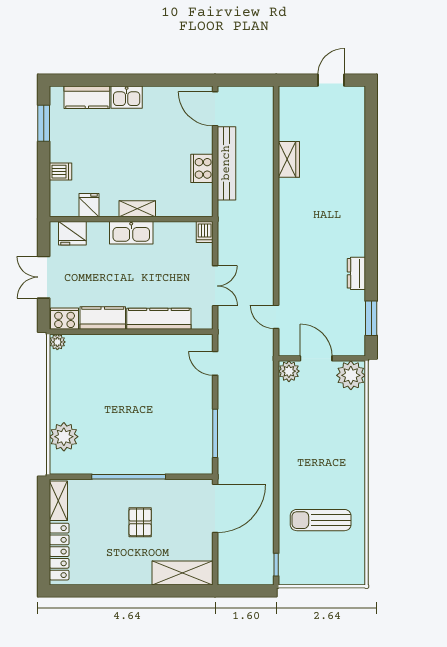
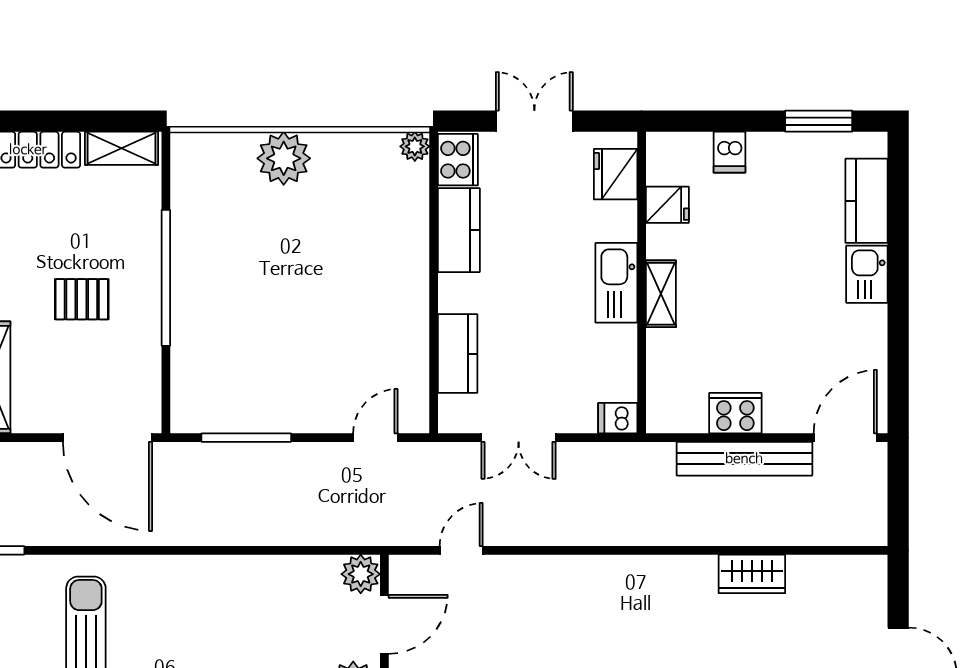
kitchen counter: (159, 319) -> (458, 354), width x0.67
plant: (64, 437) -> (284, 158), moved

